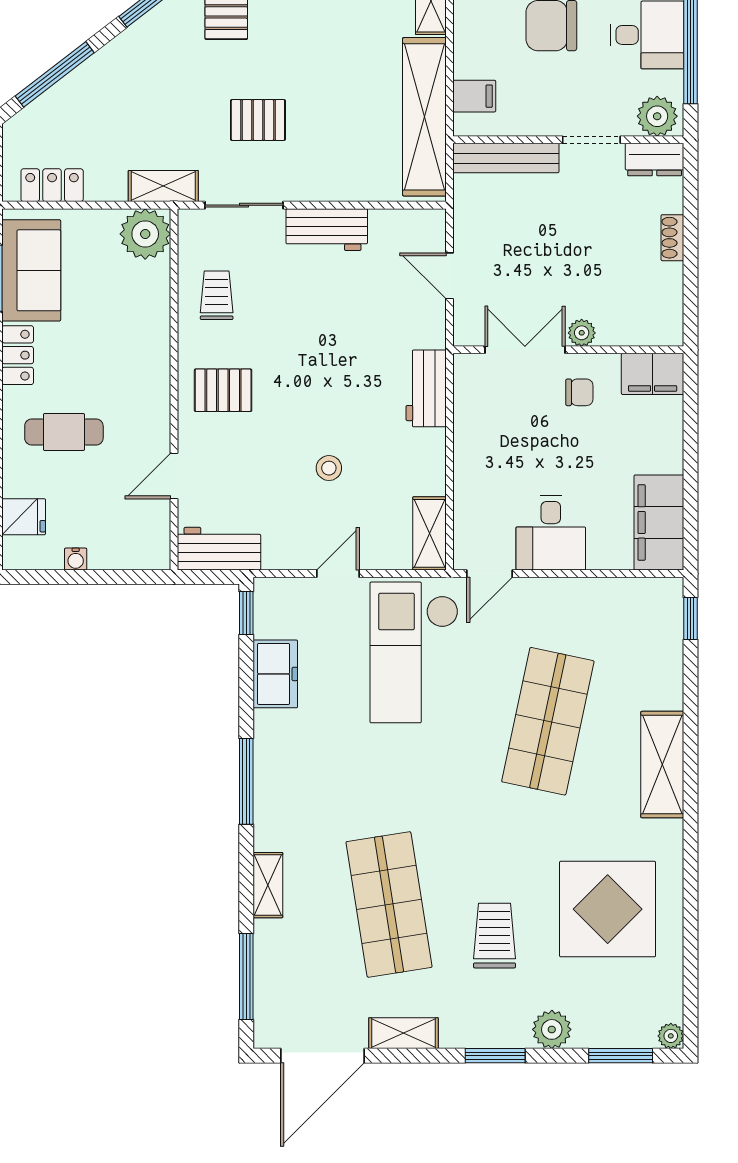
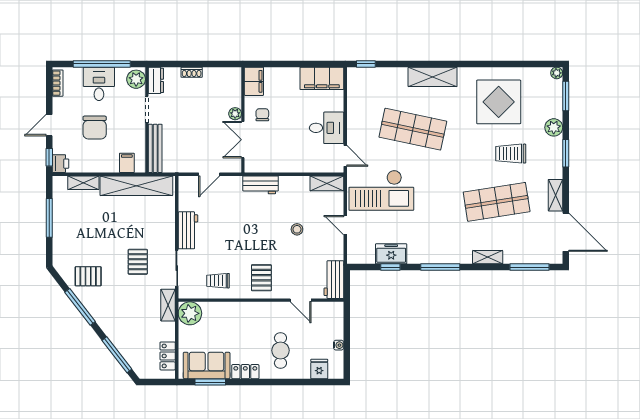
window: (246, 613) -> (390, 267), moved

